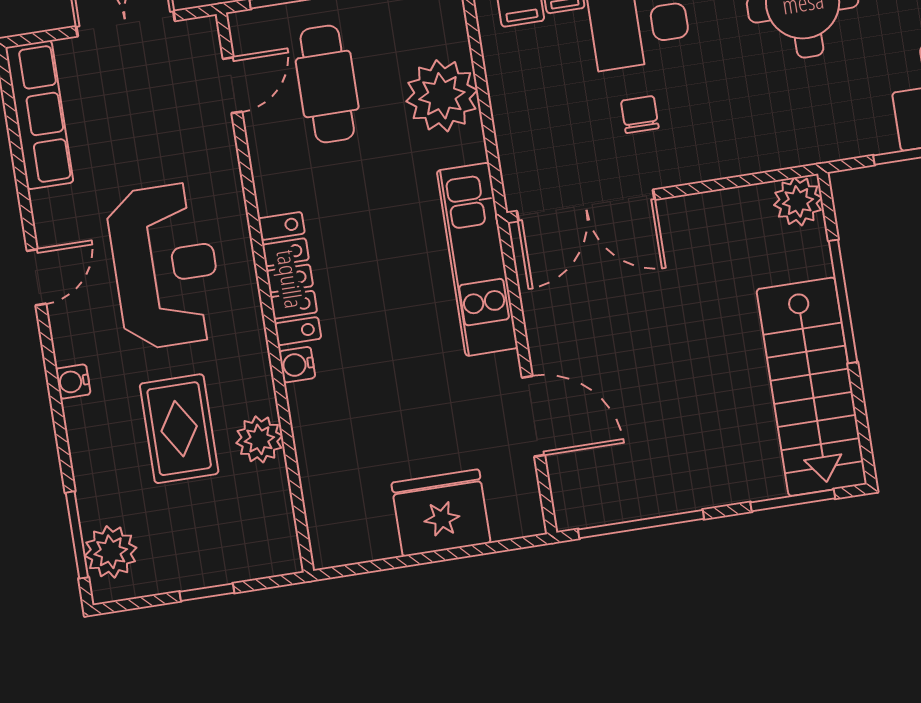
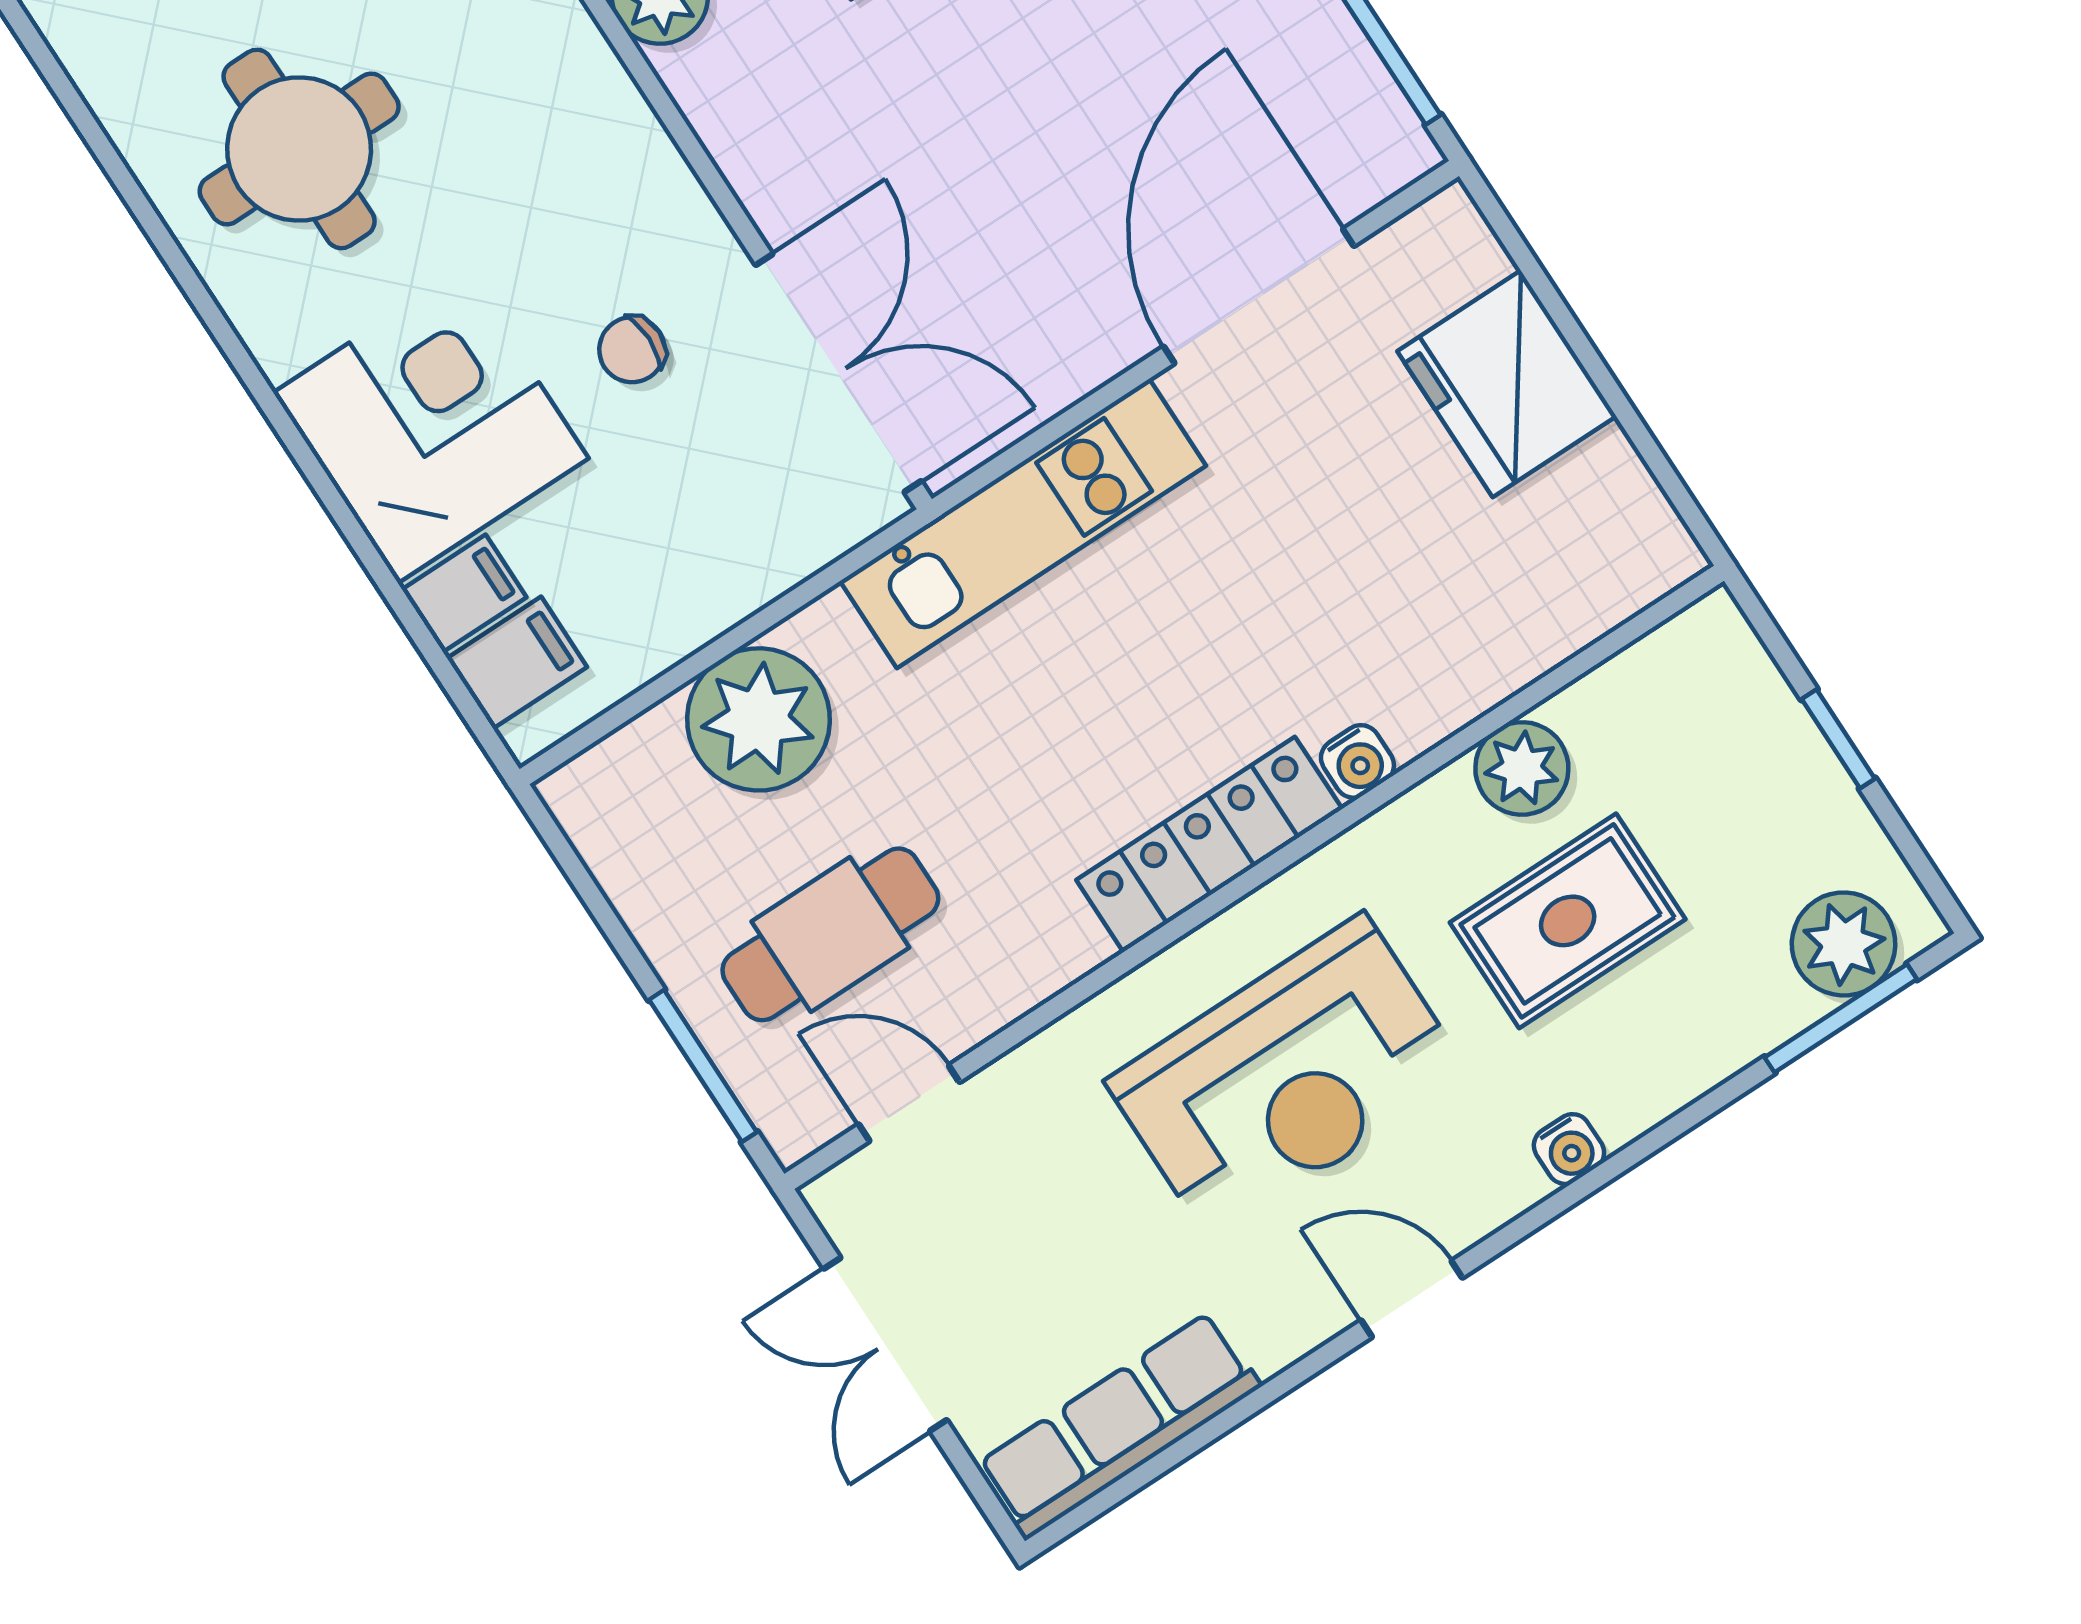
reception desk: (165, 266) -> (1287, 1078), turned 180
door: (533, 416) -> (1259, 296), width x1.36

